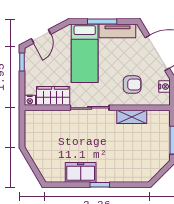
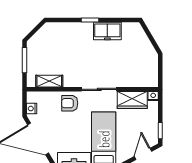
armchair: (132, 84) -> (70, 103), moved
shelving: (132, 117) -> (49, 81), moved

